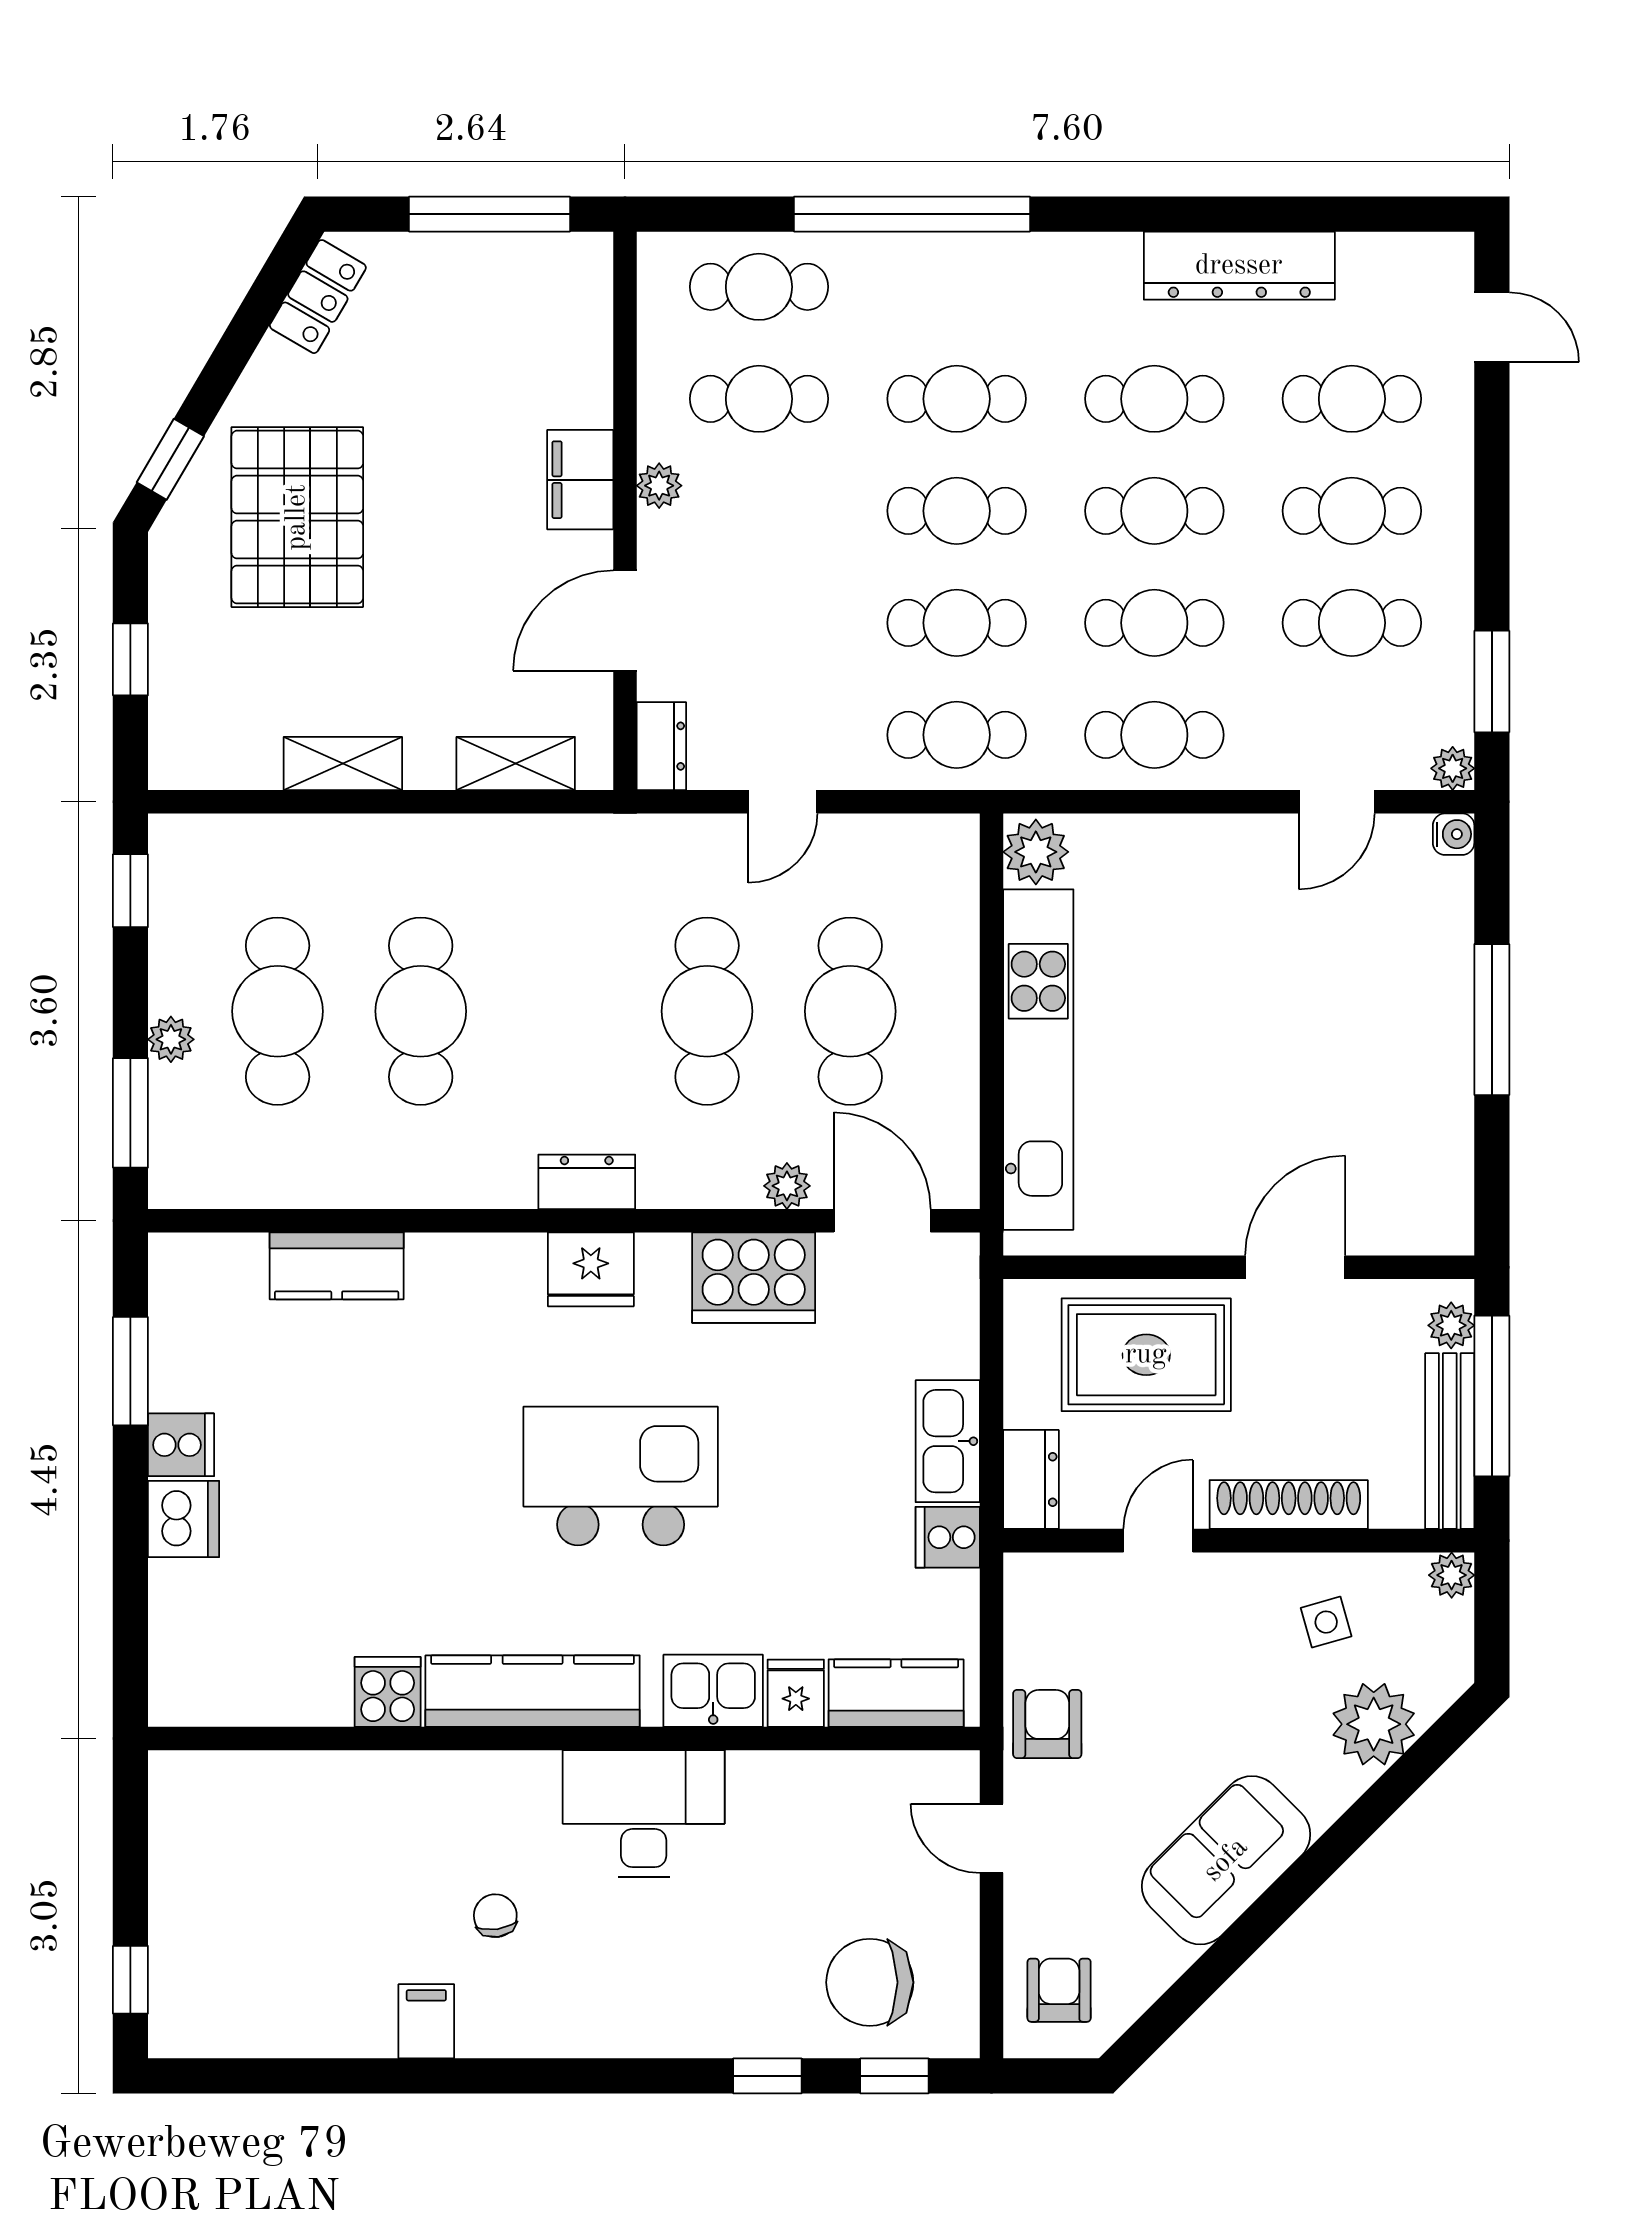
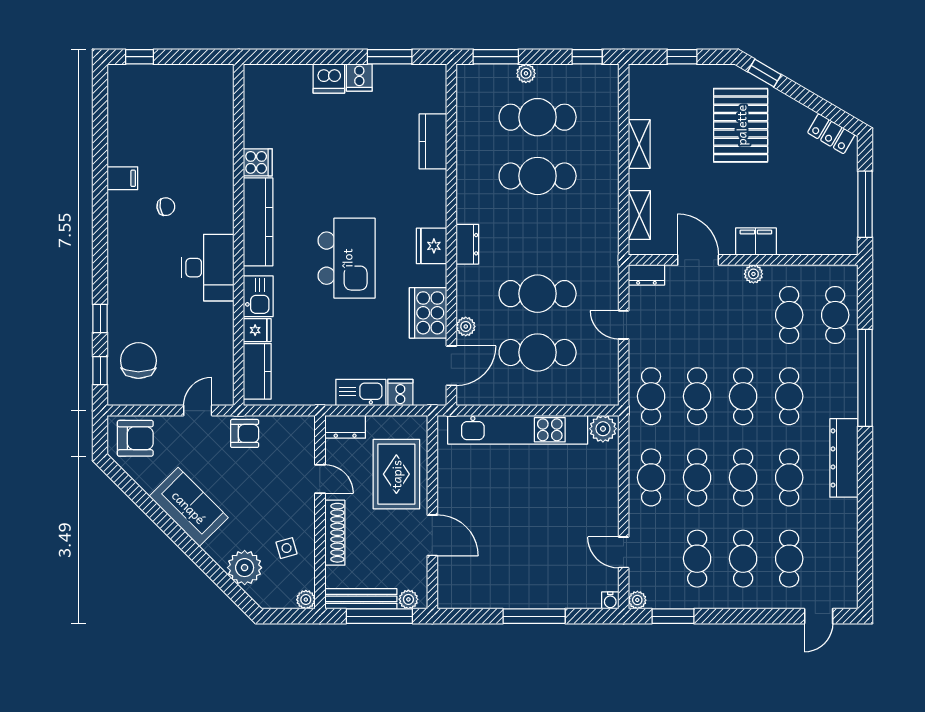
dresser: (1239, 266) -> (844, 458), moved
pallet: (297, 517) -> (741, 125), turned 90
cooker: (948, 1537) -> (400, 393), moved
armchair: (1059, 1990) -> (135, 438), width x1.38, depth x1.38

